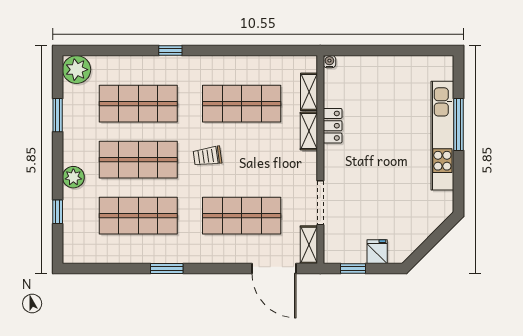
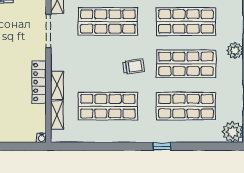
locker: (333, 126) -> (39, 82), width x1.53

